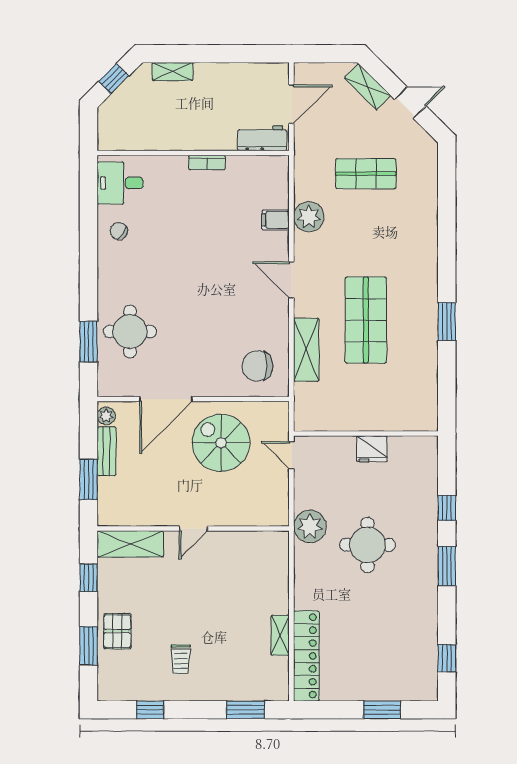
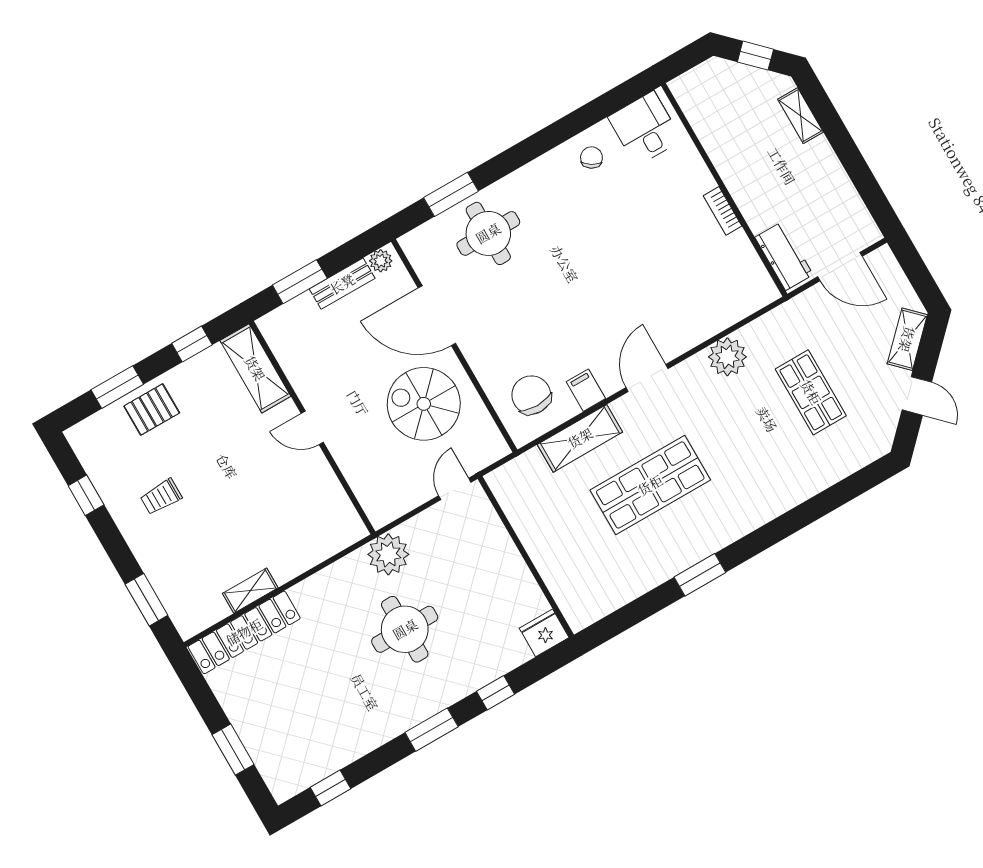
filing cabinet: (276, 220) -> (586, 390), moved
spiral stairs: (221, 443) -> (424, 404), turned -90
fridge: (372, 449) -> (544, 633), moved, turned 90

